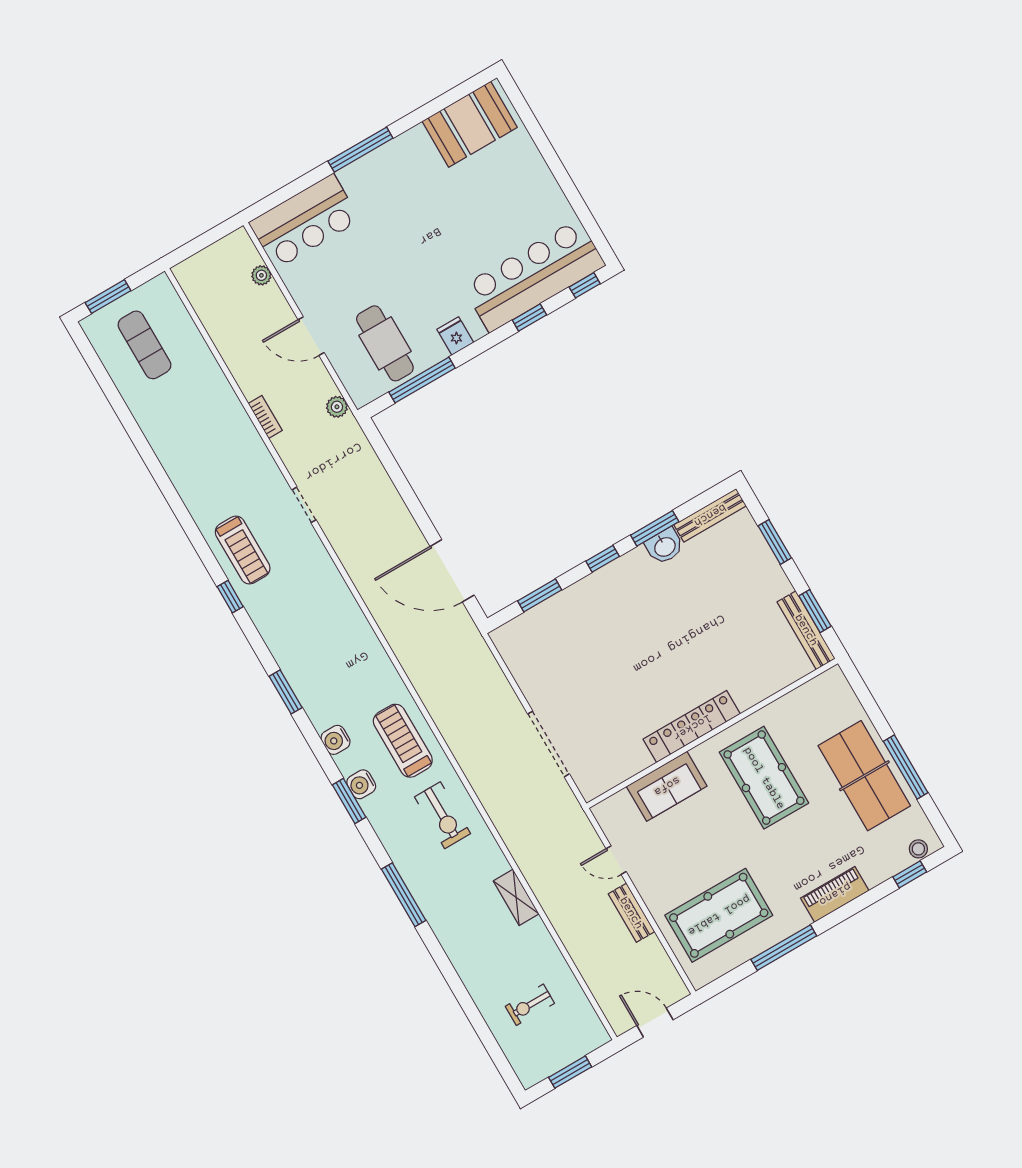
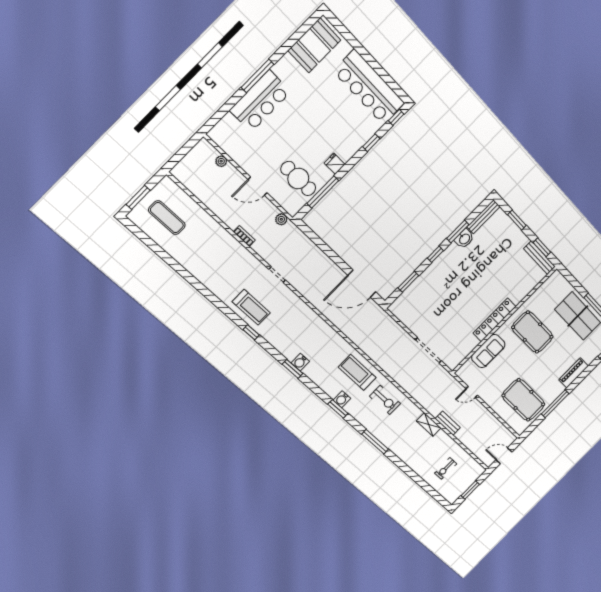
bar counter: (304, 221) -> (260, 101), moved
bar counter: (534, 276) -> (369, 87), moved, turned -90
water cooler: (336, 740) -> (300, 362), moved
bench: (631, 913) -> (448, 423), moved
pool table: (719, 915) -> (523, 400), turned 90

